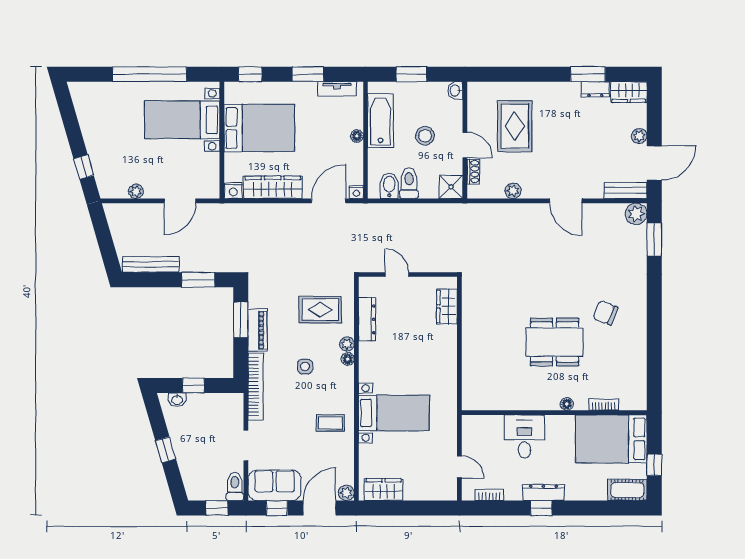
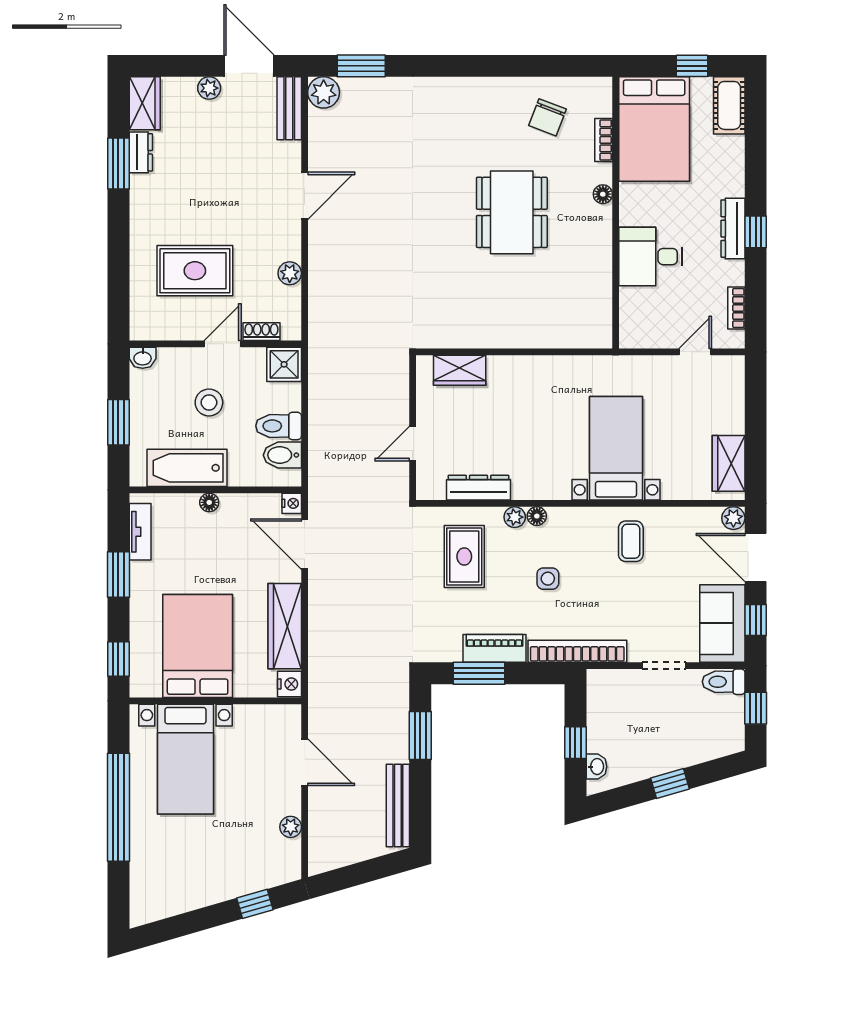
chair: (605, 313) -> (548, 117), moved

